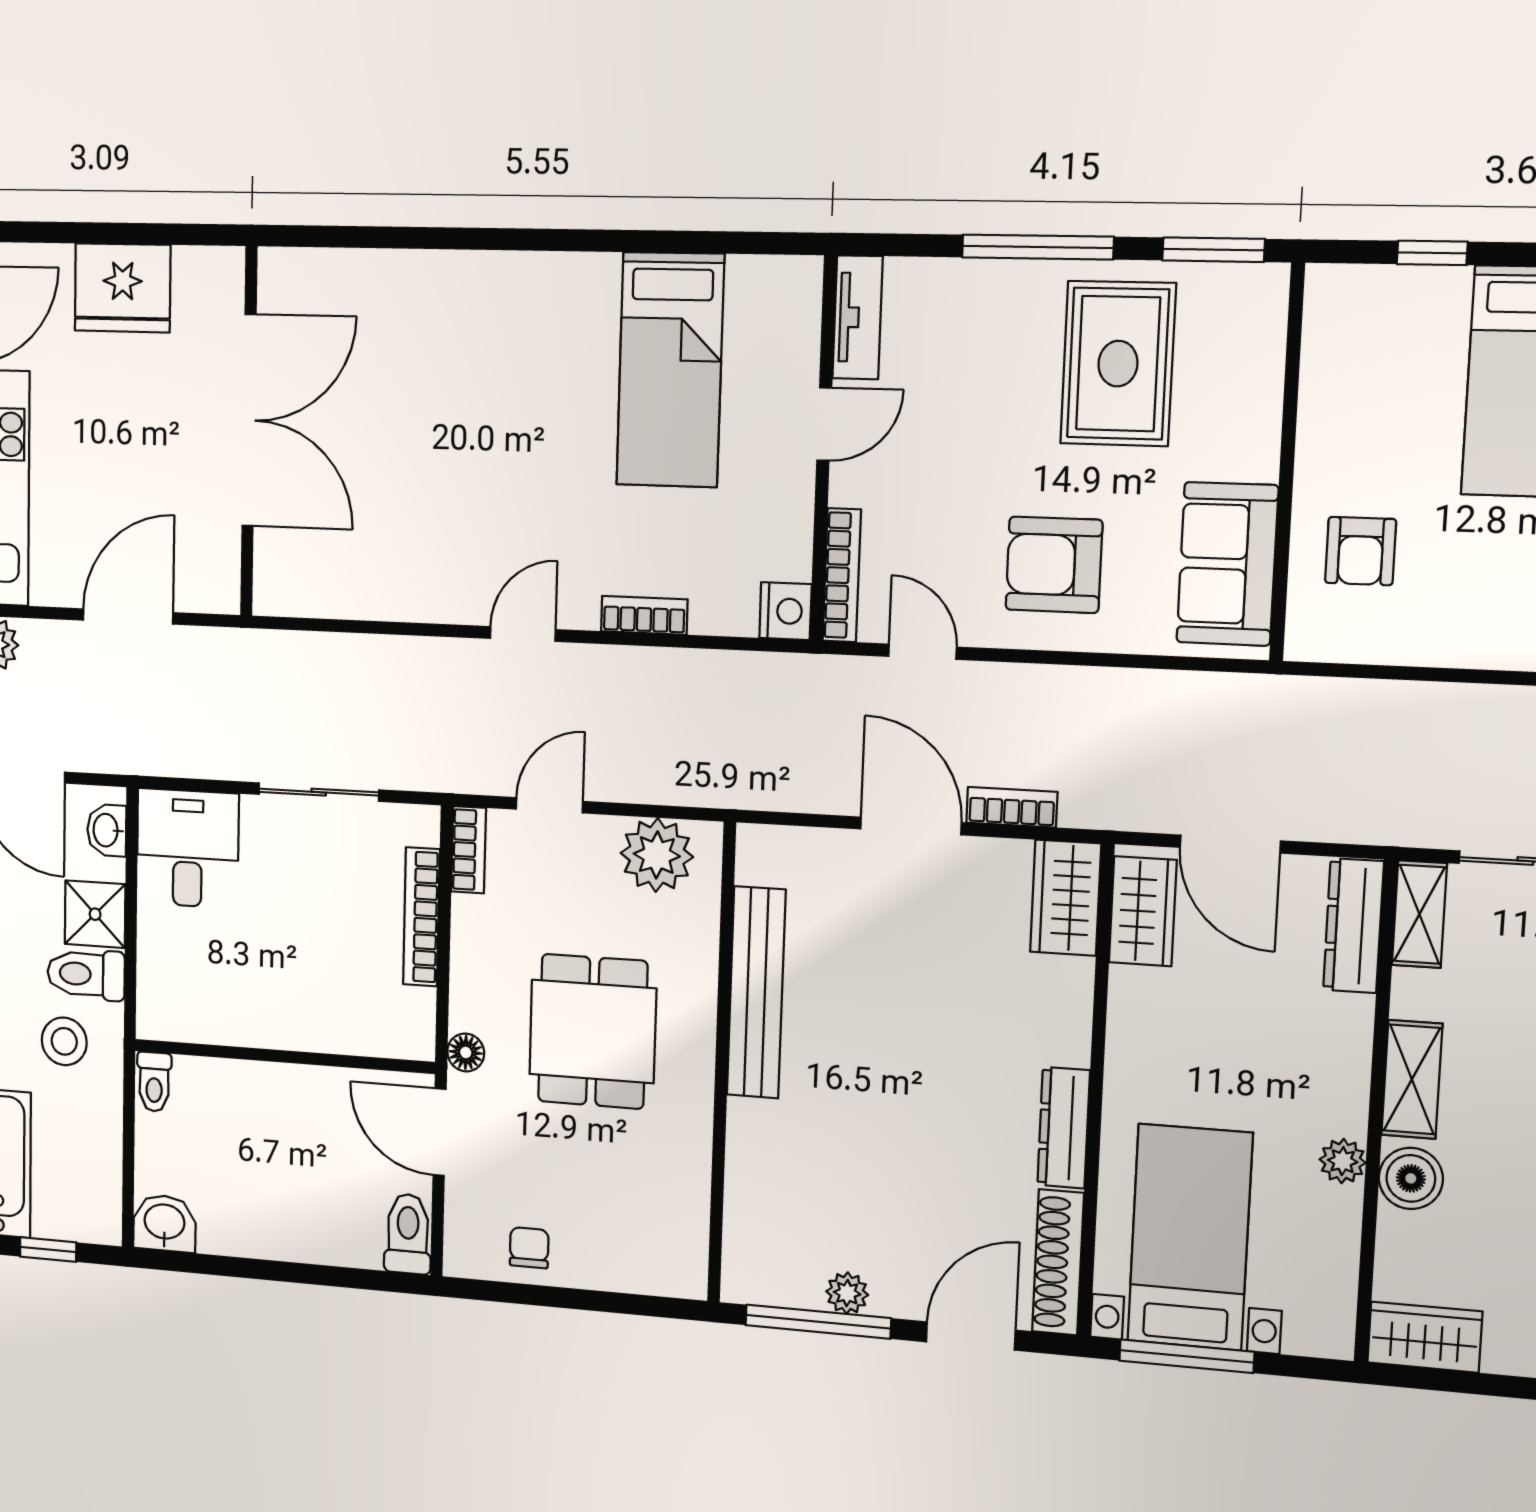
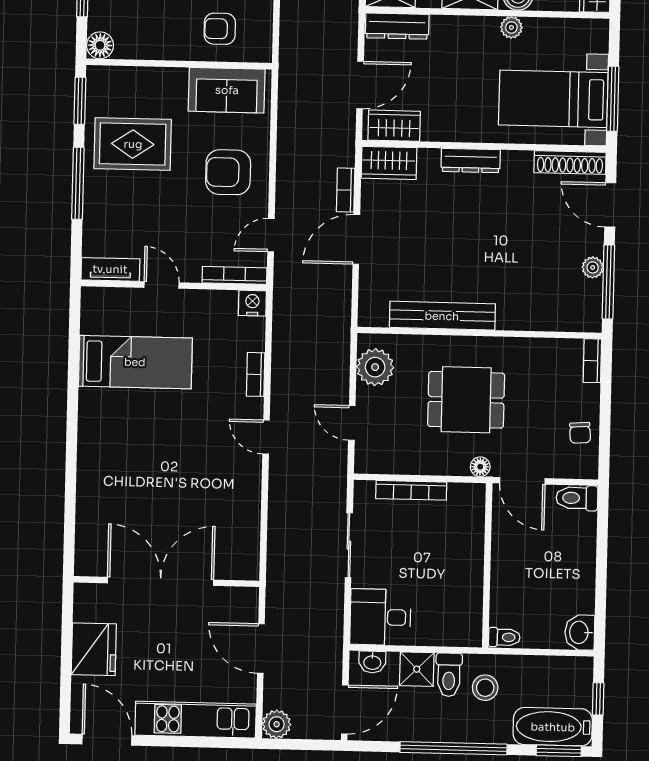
floor lamp: (1333, 292) -> (100, 45), added
armchair: (1361, 551) -> (220, 29), turned 180
armchair: (1054, 565) -> (228, 172), turned 90
bookcase: (468, 850) -> (592, 361), moved, turned -90
dresser: (1064, 1128) -> (471, 161), moved
door: (440, 1132) -> (522, 481), hinge flipped
chair: (529, 1248) -> (580, 433), turned -94

